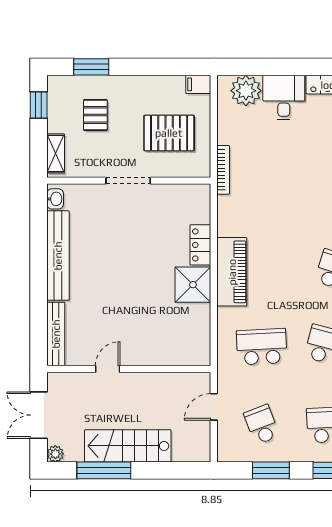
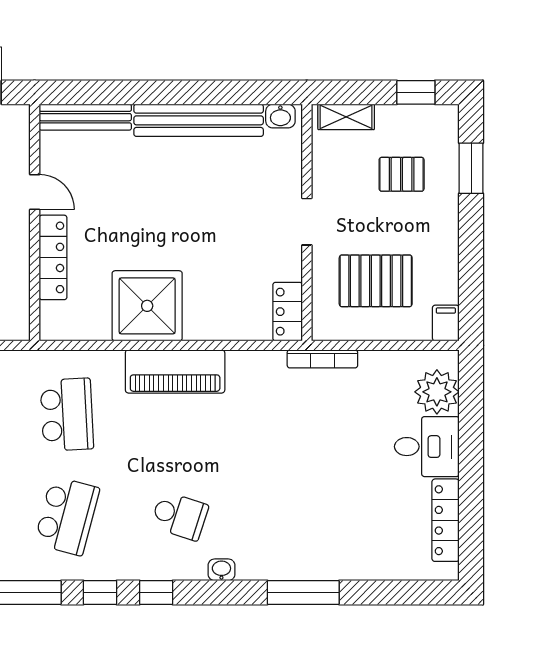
pallet: (169, 133) -> (376, 281), turned 90
doorway: (128, 181) -> (307, 222), width x0.73
locker: (200, 245) -> (288, 312), moved, turned -90
shower: (193, 285) -> (147, 306), width x1.37, depth x1.37
locker: (153, 356) -> (53, 257), added

